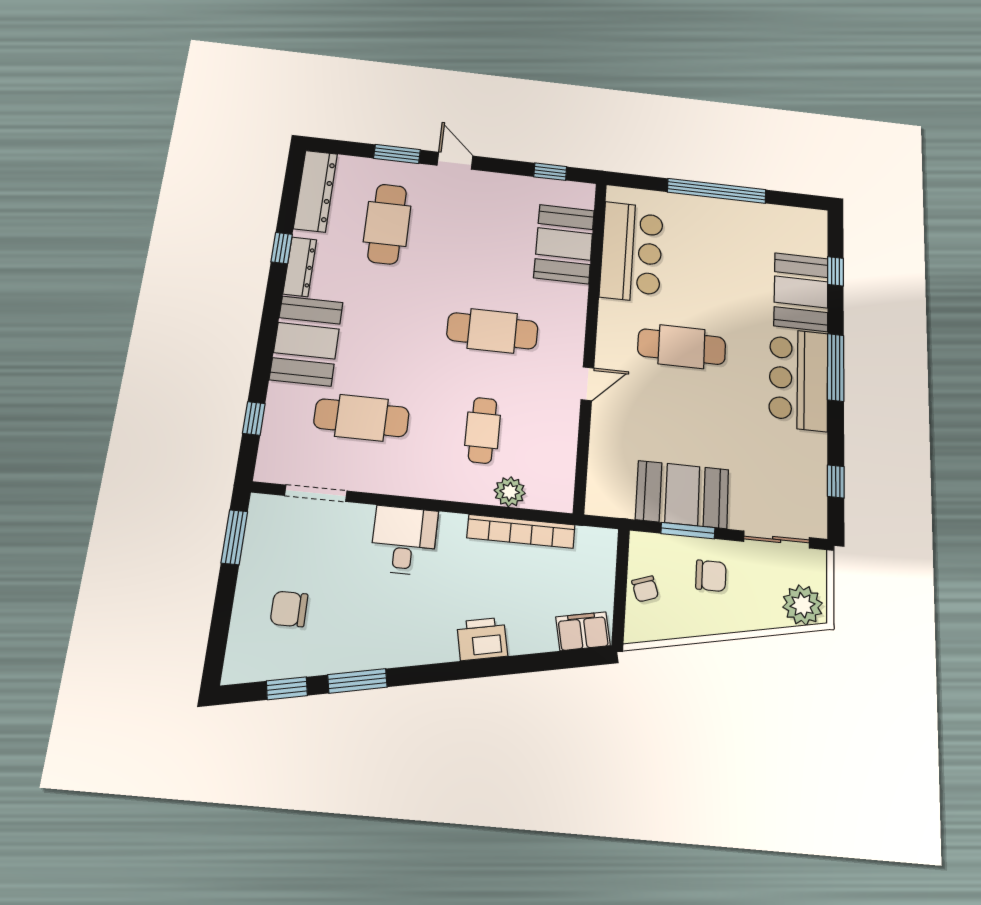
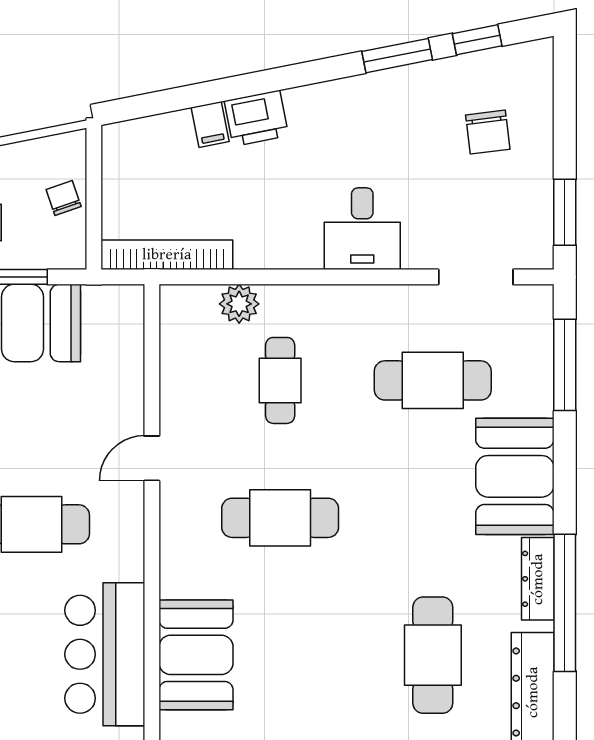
window: (282, 248) -> (565, 603), width x3.17
window: (254, 418) -> (565, 365), width x2.17
bookcase: (521, 531) -> (167, 255), moved
chair: (289, 609) -> (488, 132), turned 83
filing cabinet: (583, 631) -> (210, 124), moved, width x0.50

